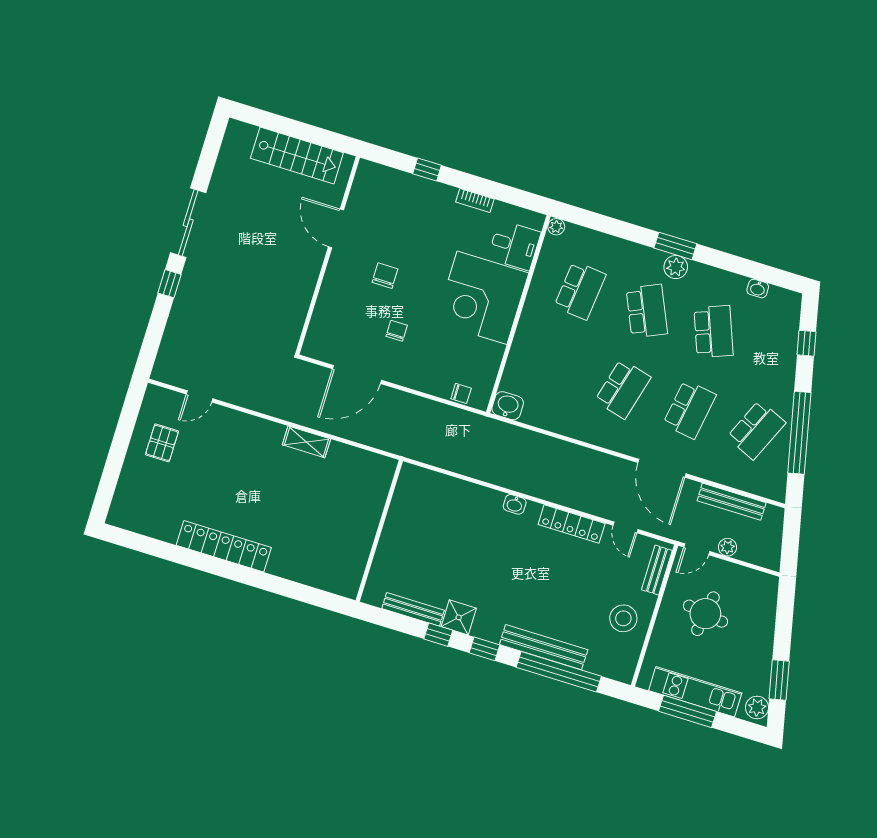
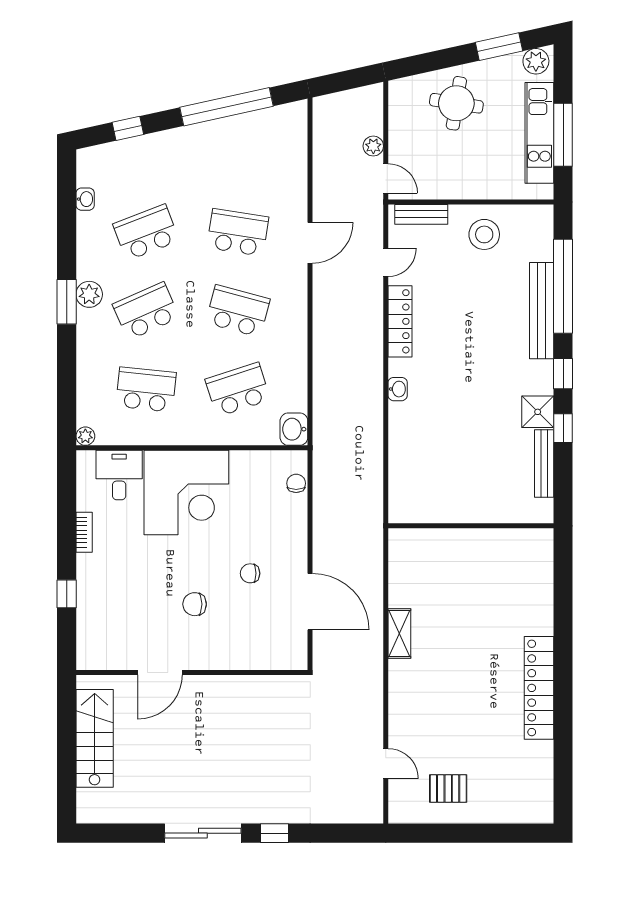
school desk: (756, 430) -> (238, 390), moved, turned -42
door: (662, 468) -> (310, 243), width x0.73
bench: (732, 502) -> (323, 157), removed
round table: (705, 614) -> (456, 103), moved

